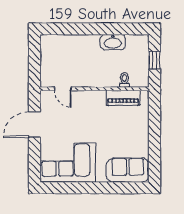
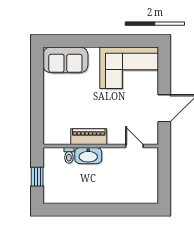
washbasin: (113, 42) -> (88, 156), moved, turned 180
piano: (123, 98) -> (89, 137), moved

